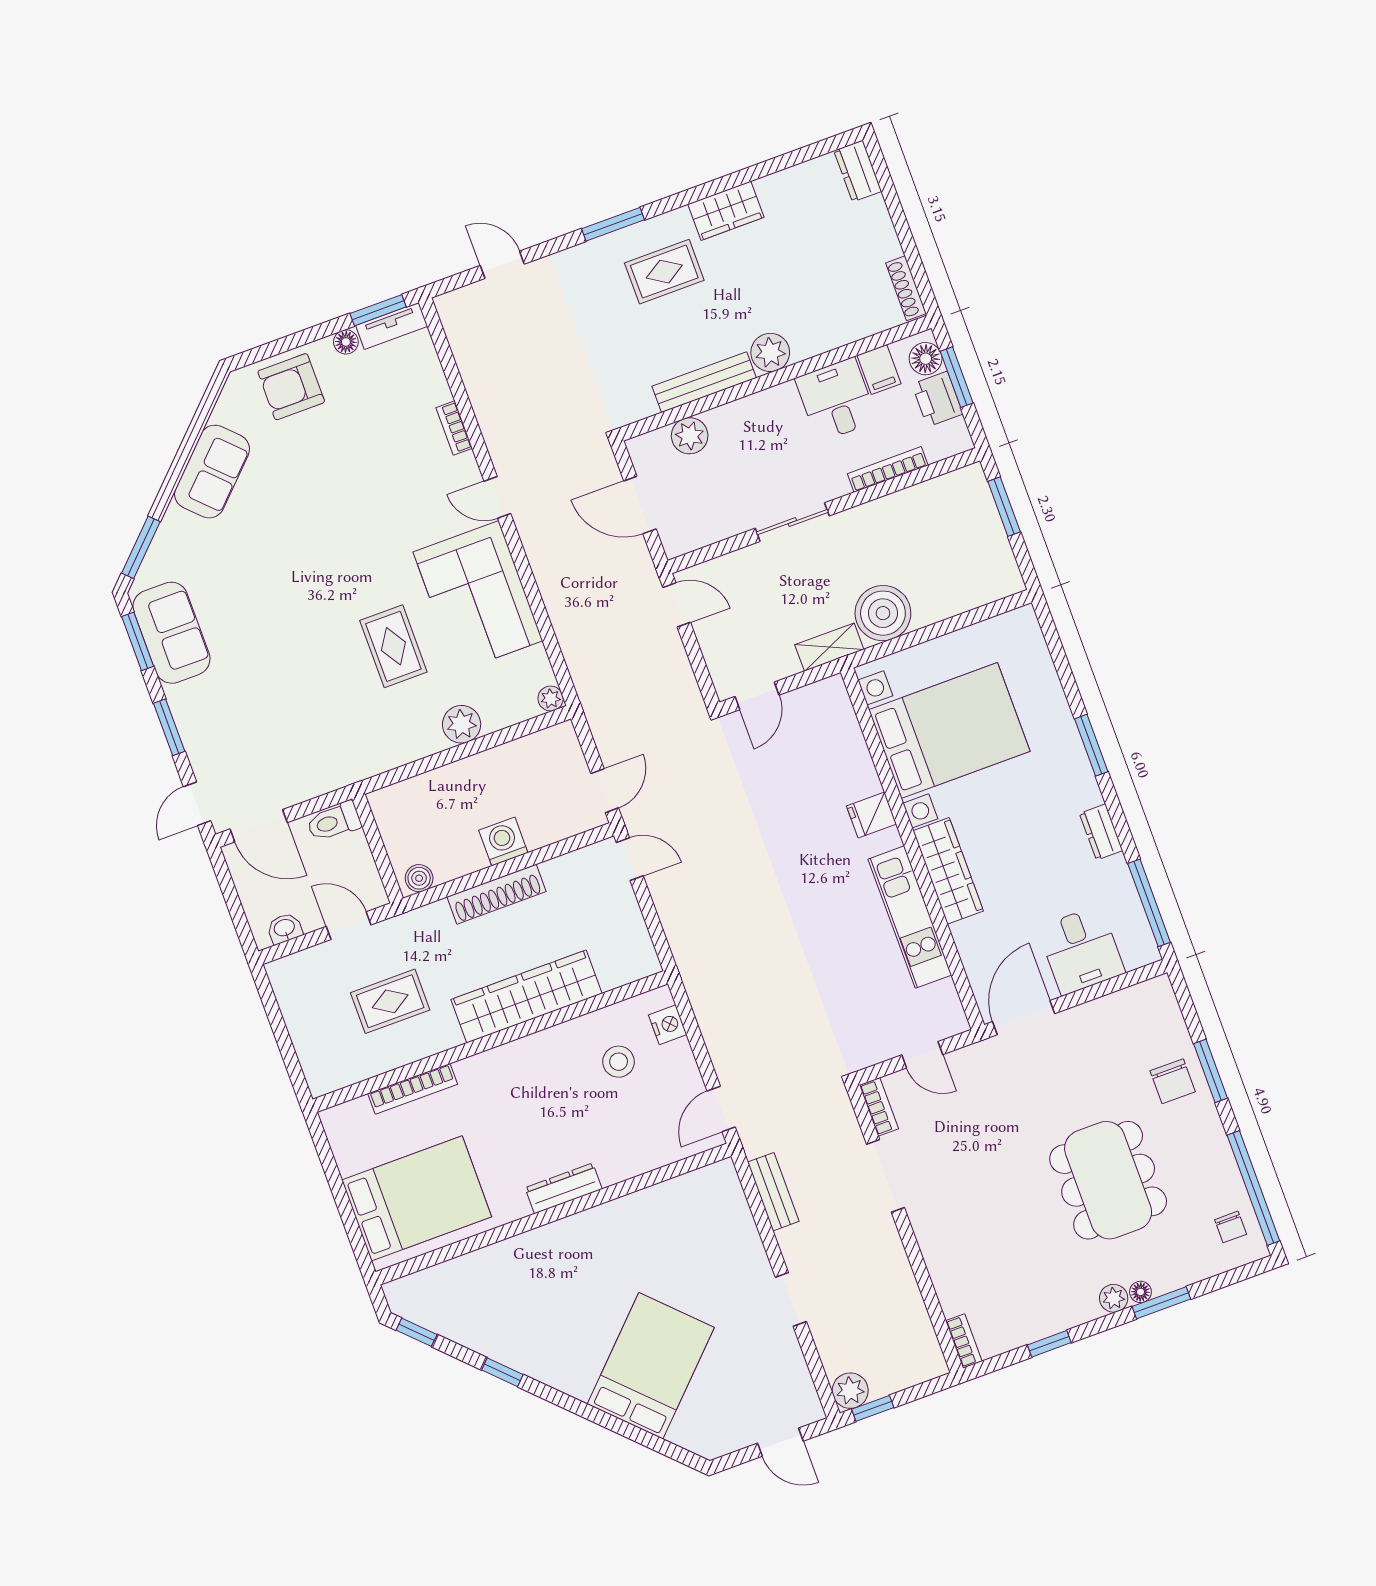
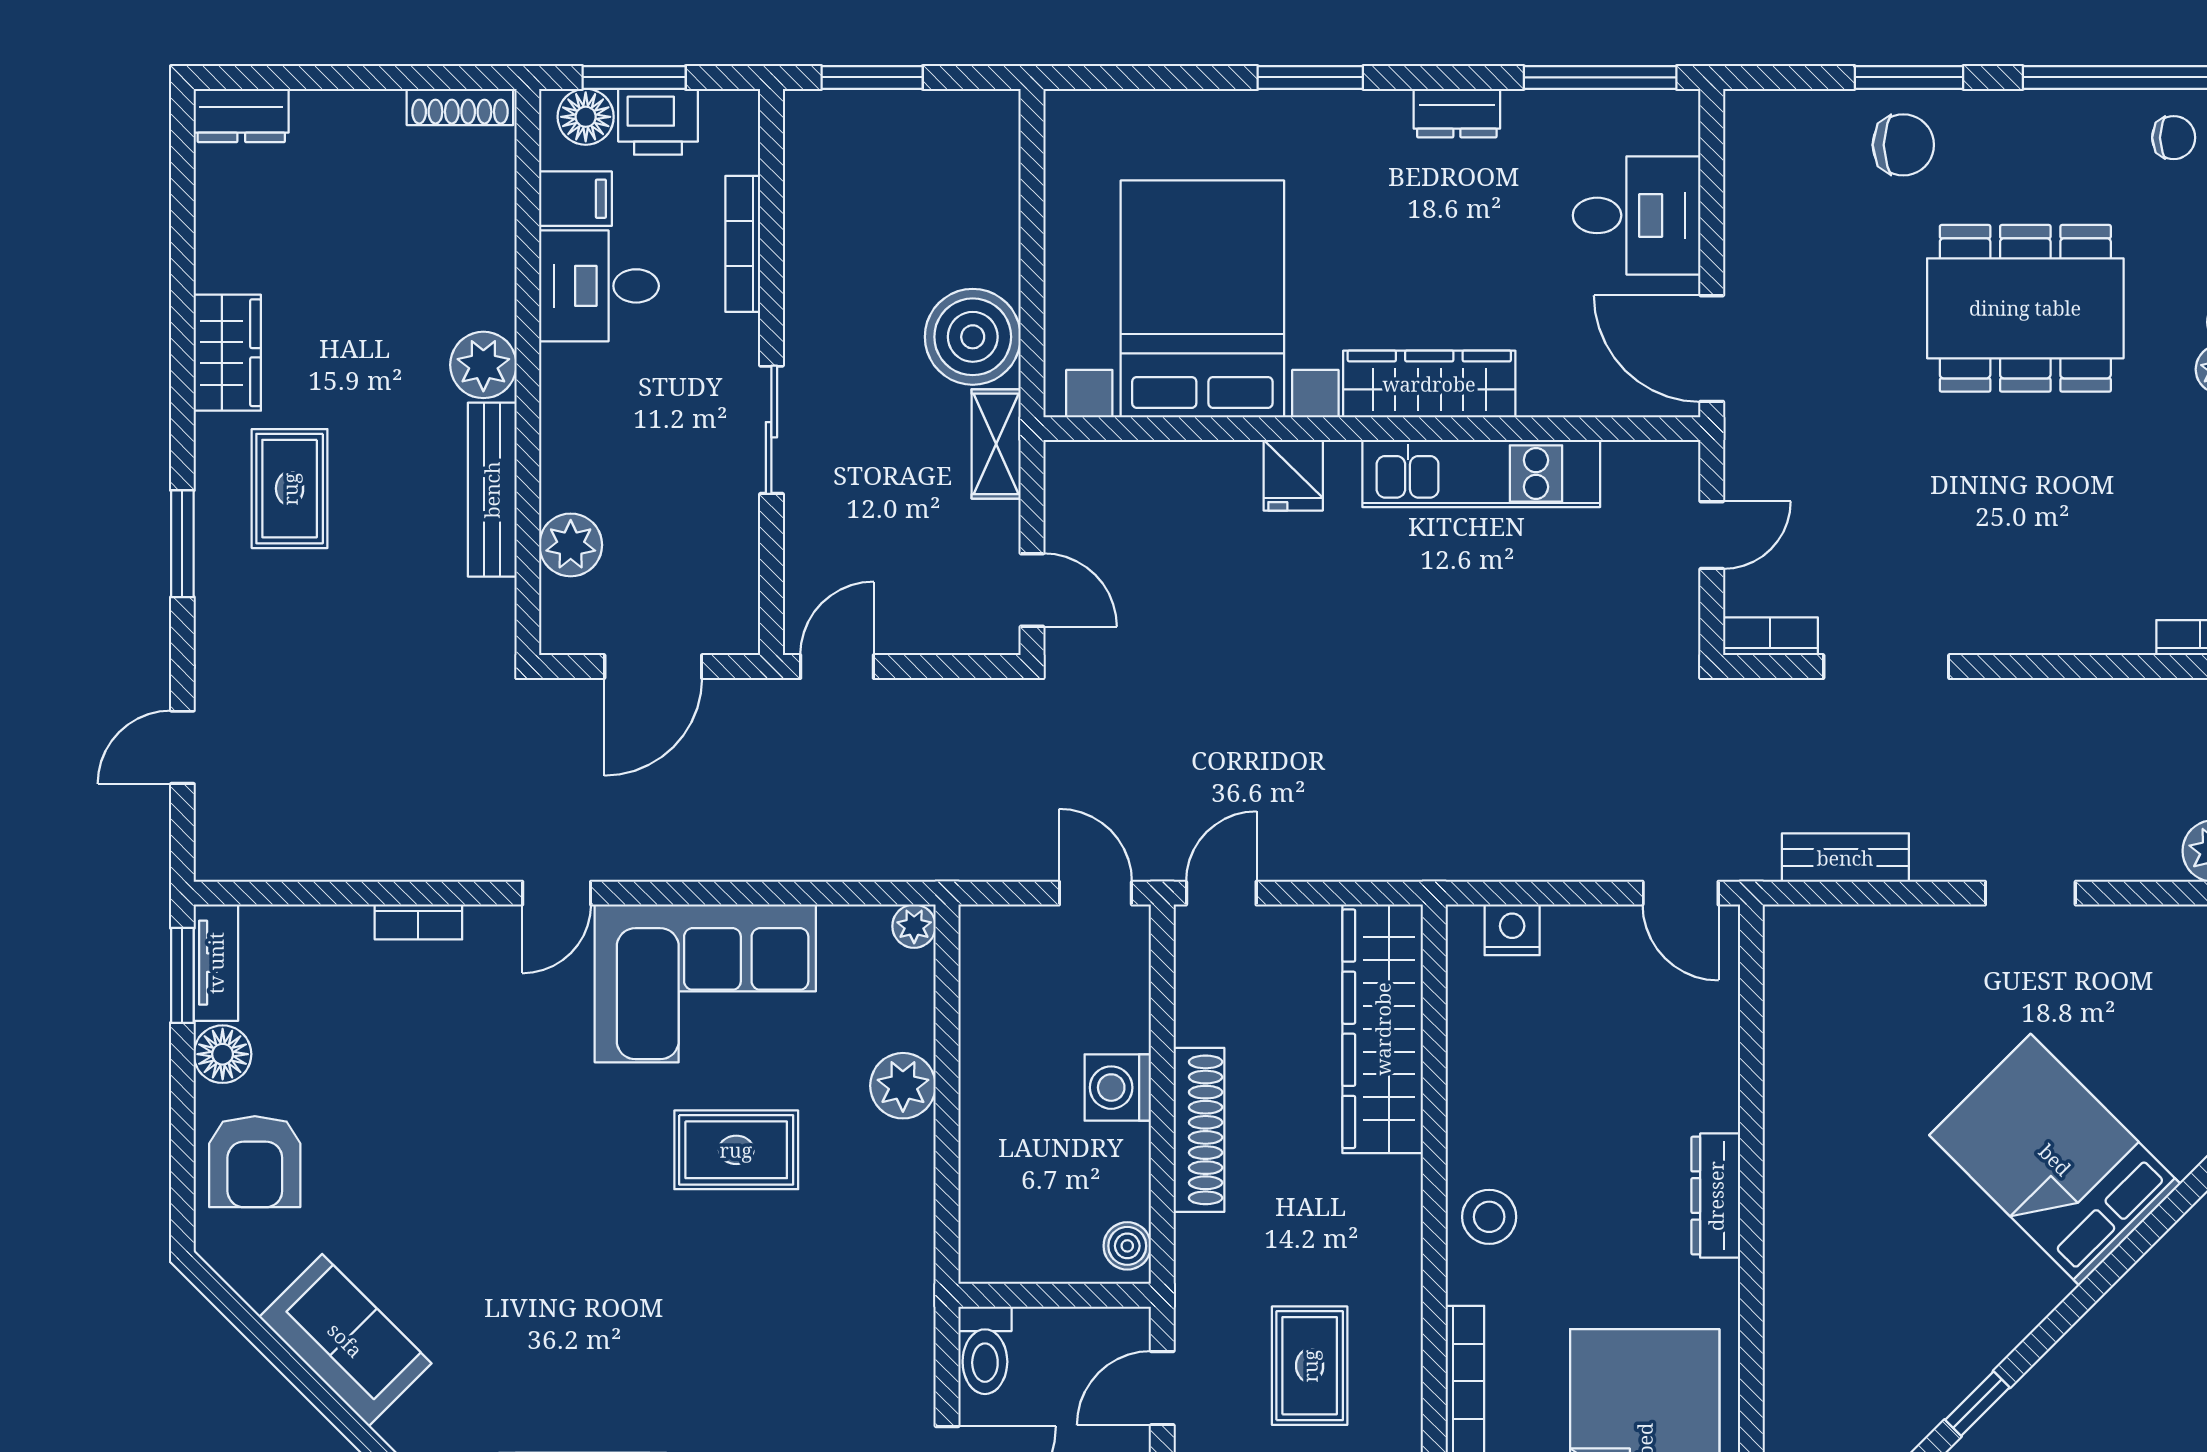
floor lamp: (346, 342) -> (223, 1054), width x1.37, depth x1.37
wardrobe: (526, 996) -> (1383, 1029), moved
stool: (619, 1062) -> (1489, 1217), moved

